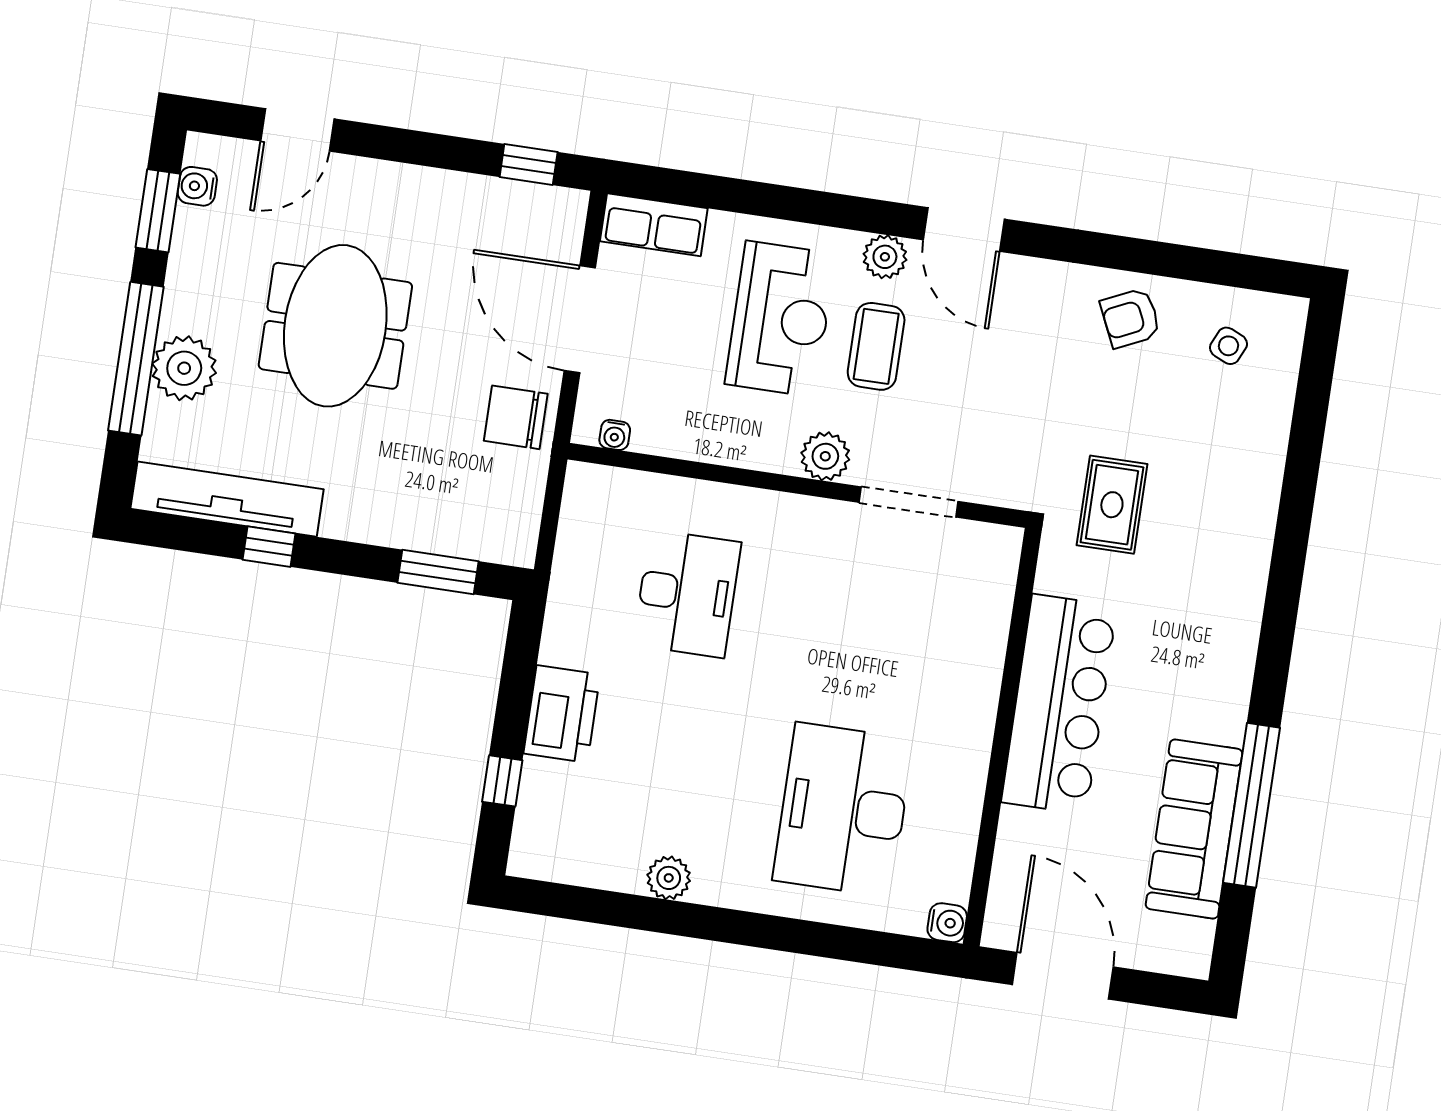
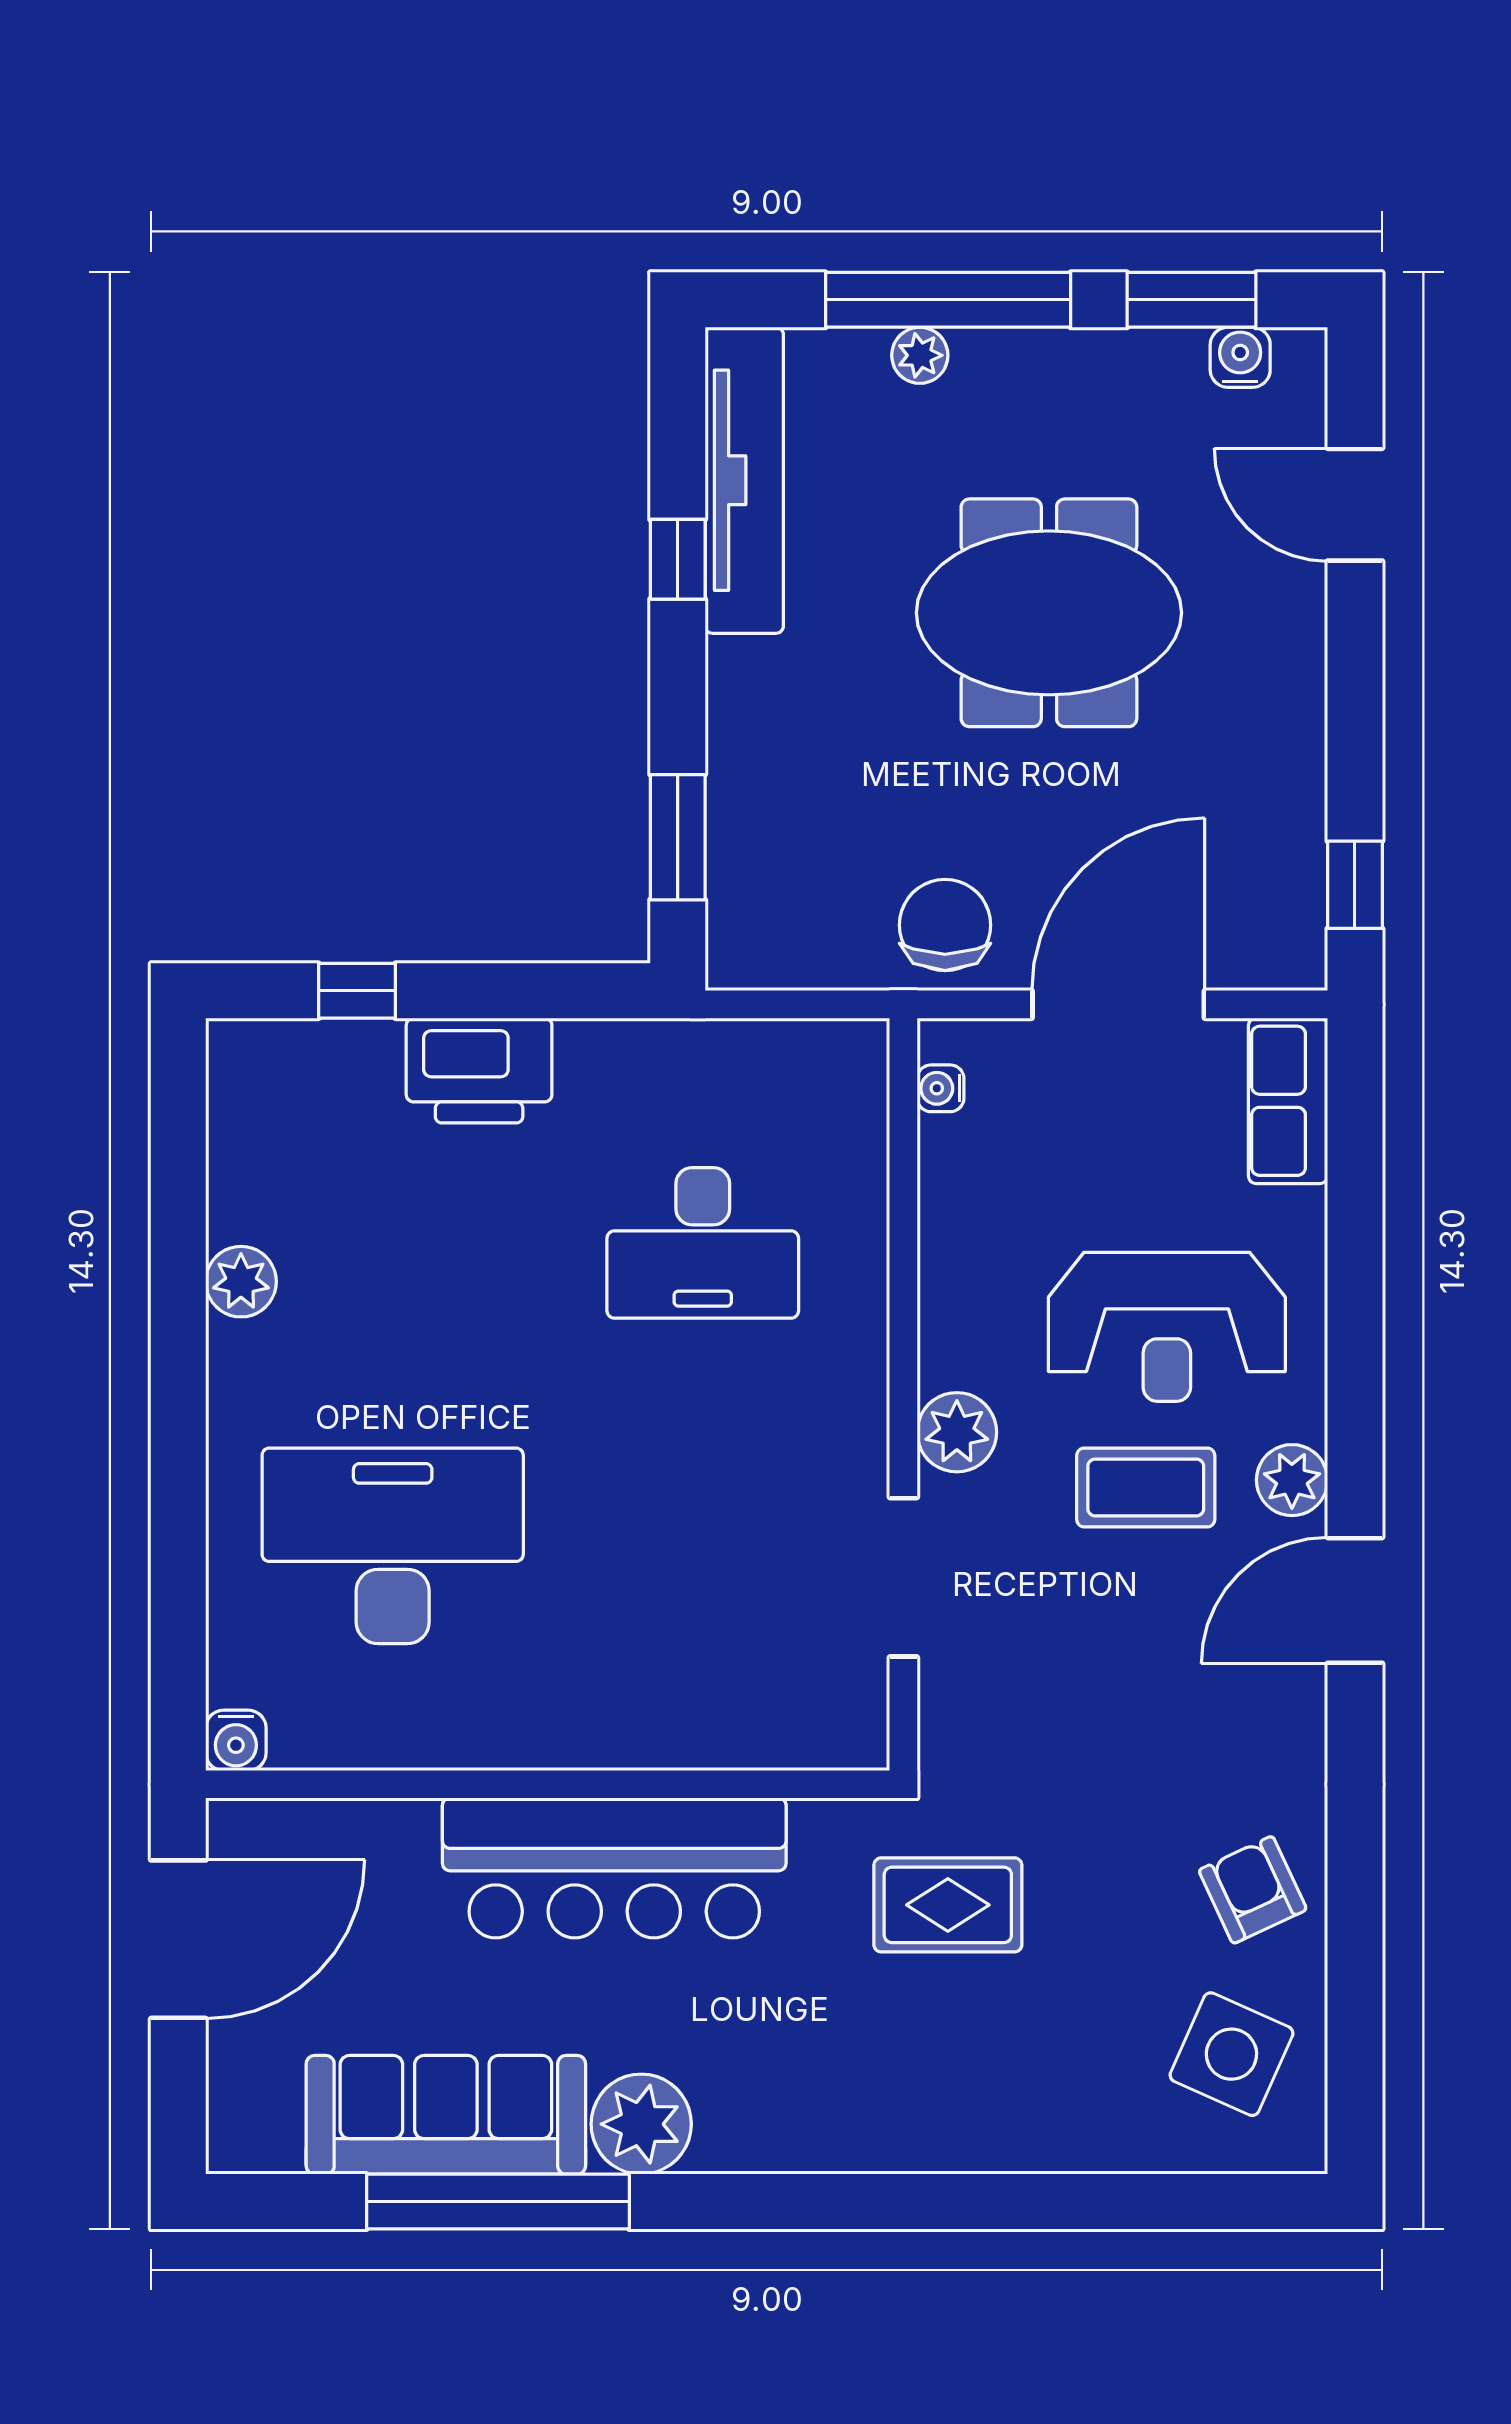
side table: (1229, 346) -> (1231, 2054), width x1.87, depth x1.87
plant: (184, 368) -> (920, 355), width x0.53, depth x0.53
plant: (1217, 711) -> (641, 2124), added

